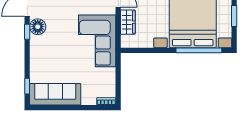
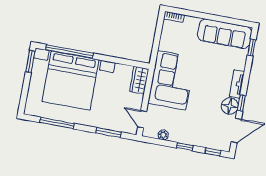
window: (234, 16) -> (30, 61), moved
wardrobe: (128, 22) -> (139, 80), moved
tv unit: (35, 49) -> (237, 84), added

